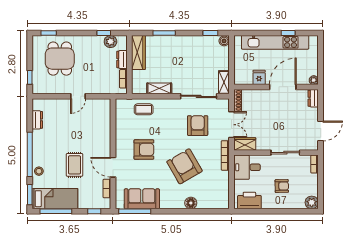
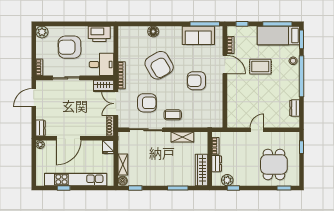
fridge: (259, 77) -> (108, 147), moved
shelving: (224, 82) -> (123, 165), moved
coffee table: (144, 109) -> (173, 115), moved
armchair: (198, 126) -> (147, 103), turned -90
rug: (75, 165) -> (260, 67), turned 90
armchair: (282, 186) -> (69, 47), width x1.88, depth x1.88

